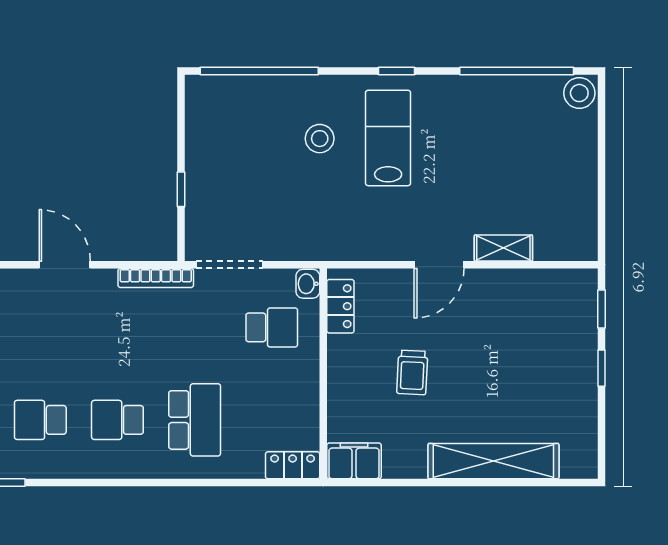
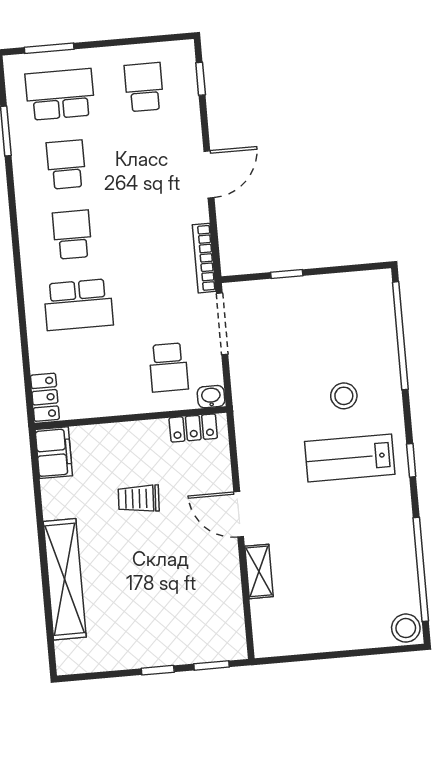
lab bench: (388, 138) -> (350, 458), turned 180

